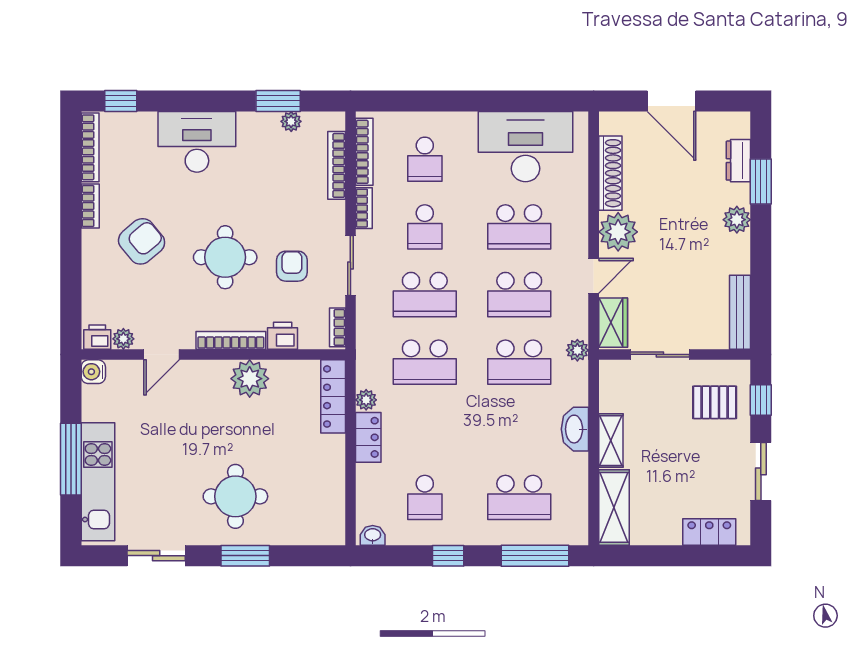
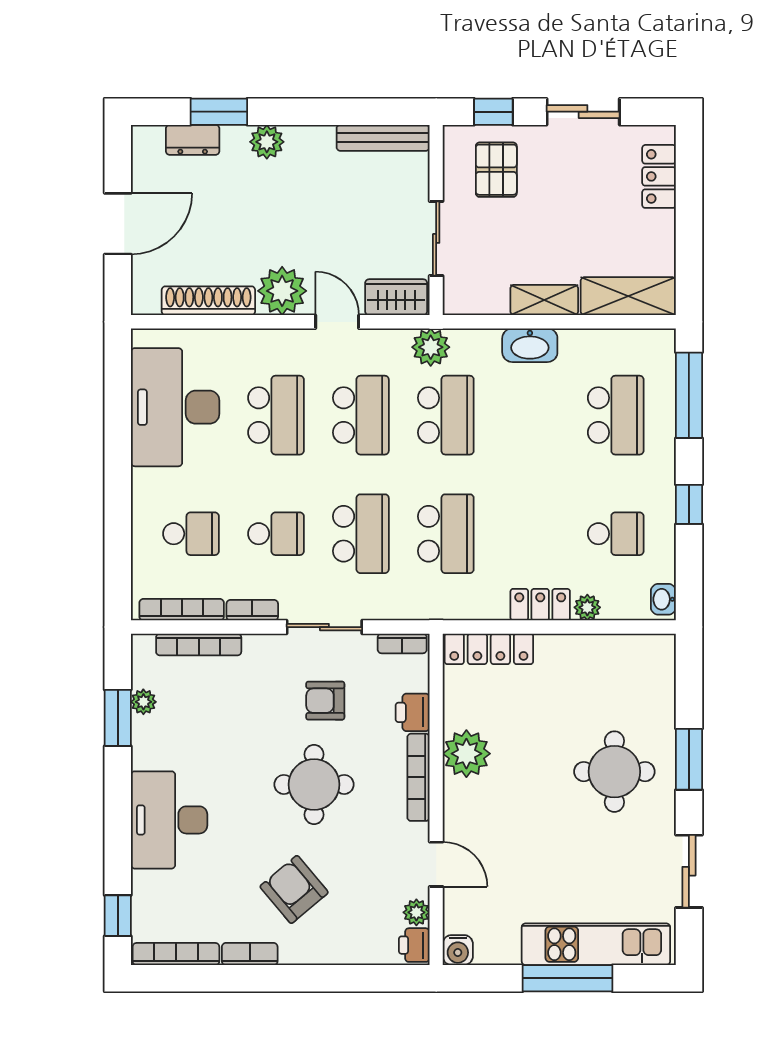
plant: (577, 350) -> (431, 347), width x1.38, depth x1.38
plant: (366, 400) -> (587, 607), moved

